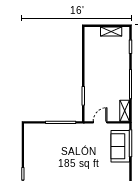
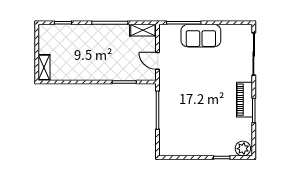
shelving: (111, 32) -> (44, 67), moved
sofa: (120, 146) -> (201, 36), moved

